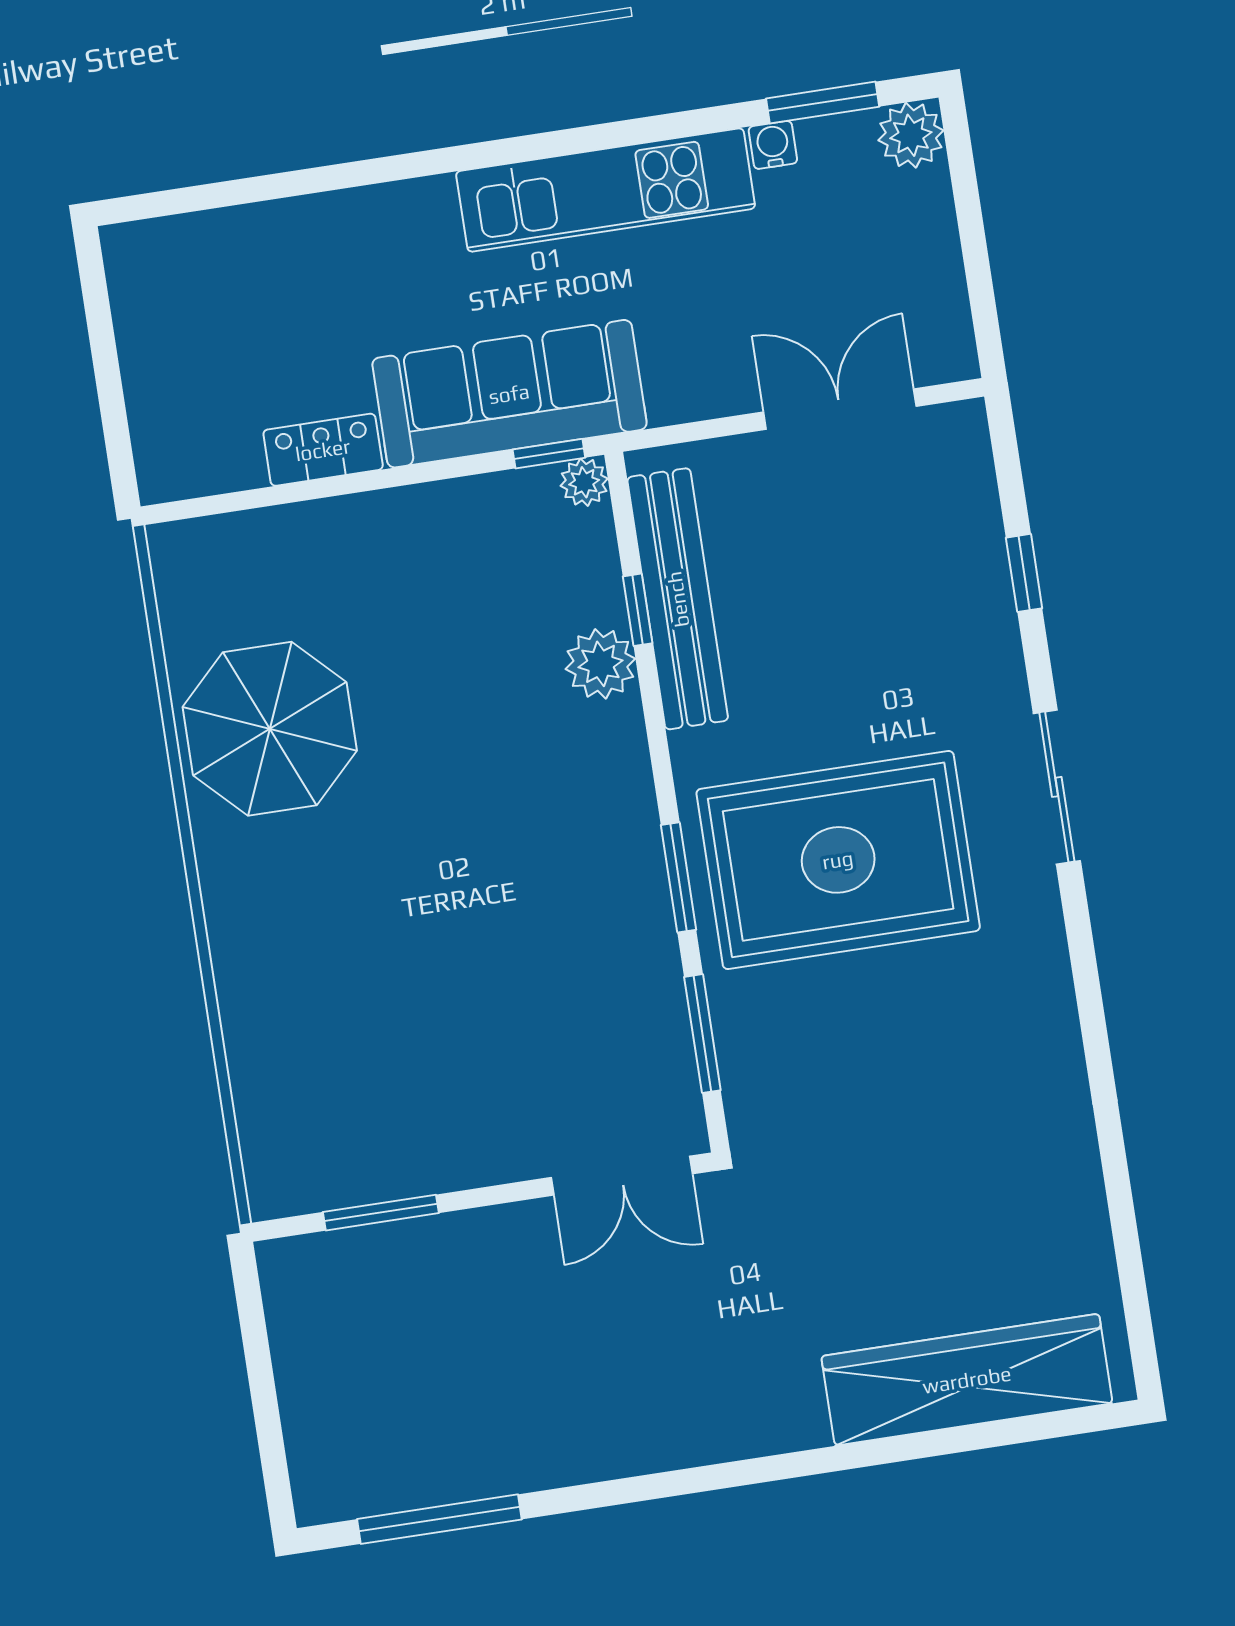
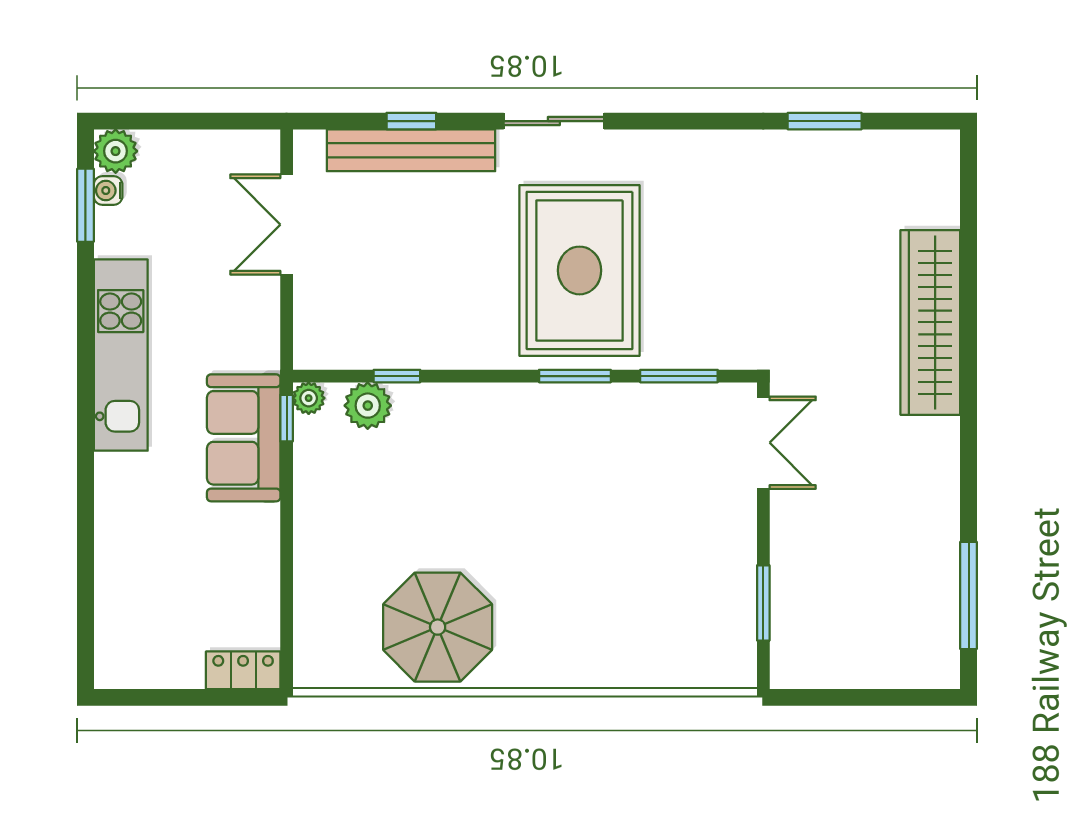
water cooler: (773, 145) -> (108, 191), moved
sofa: (509, 394) -> (244, 438), width x0.73
locker: (323, 450) -> (243, 670), moved, turned 90
bench: (678, 599) -> (411, 150), moved
plant: (600, 664) -> (368, 406), moved
window: (1119, 1194) -> (825, 121), added
wardrobe: (967, 1380) -> (930, 322), moved

